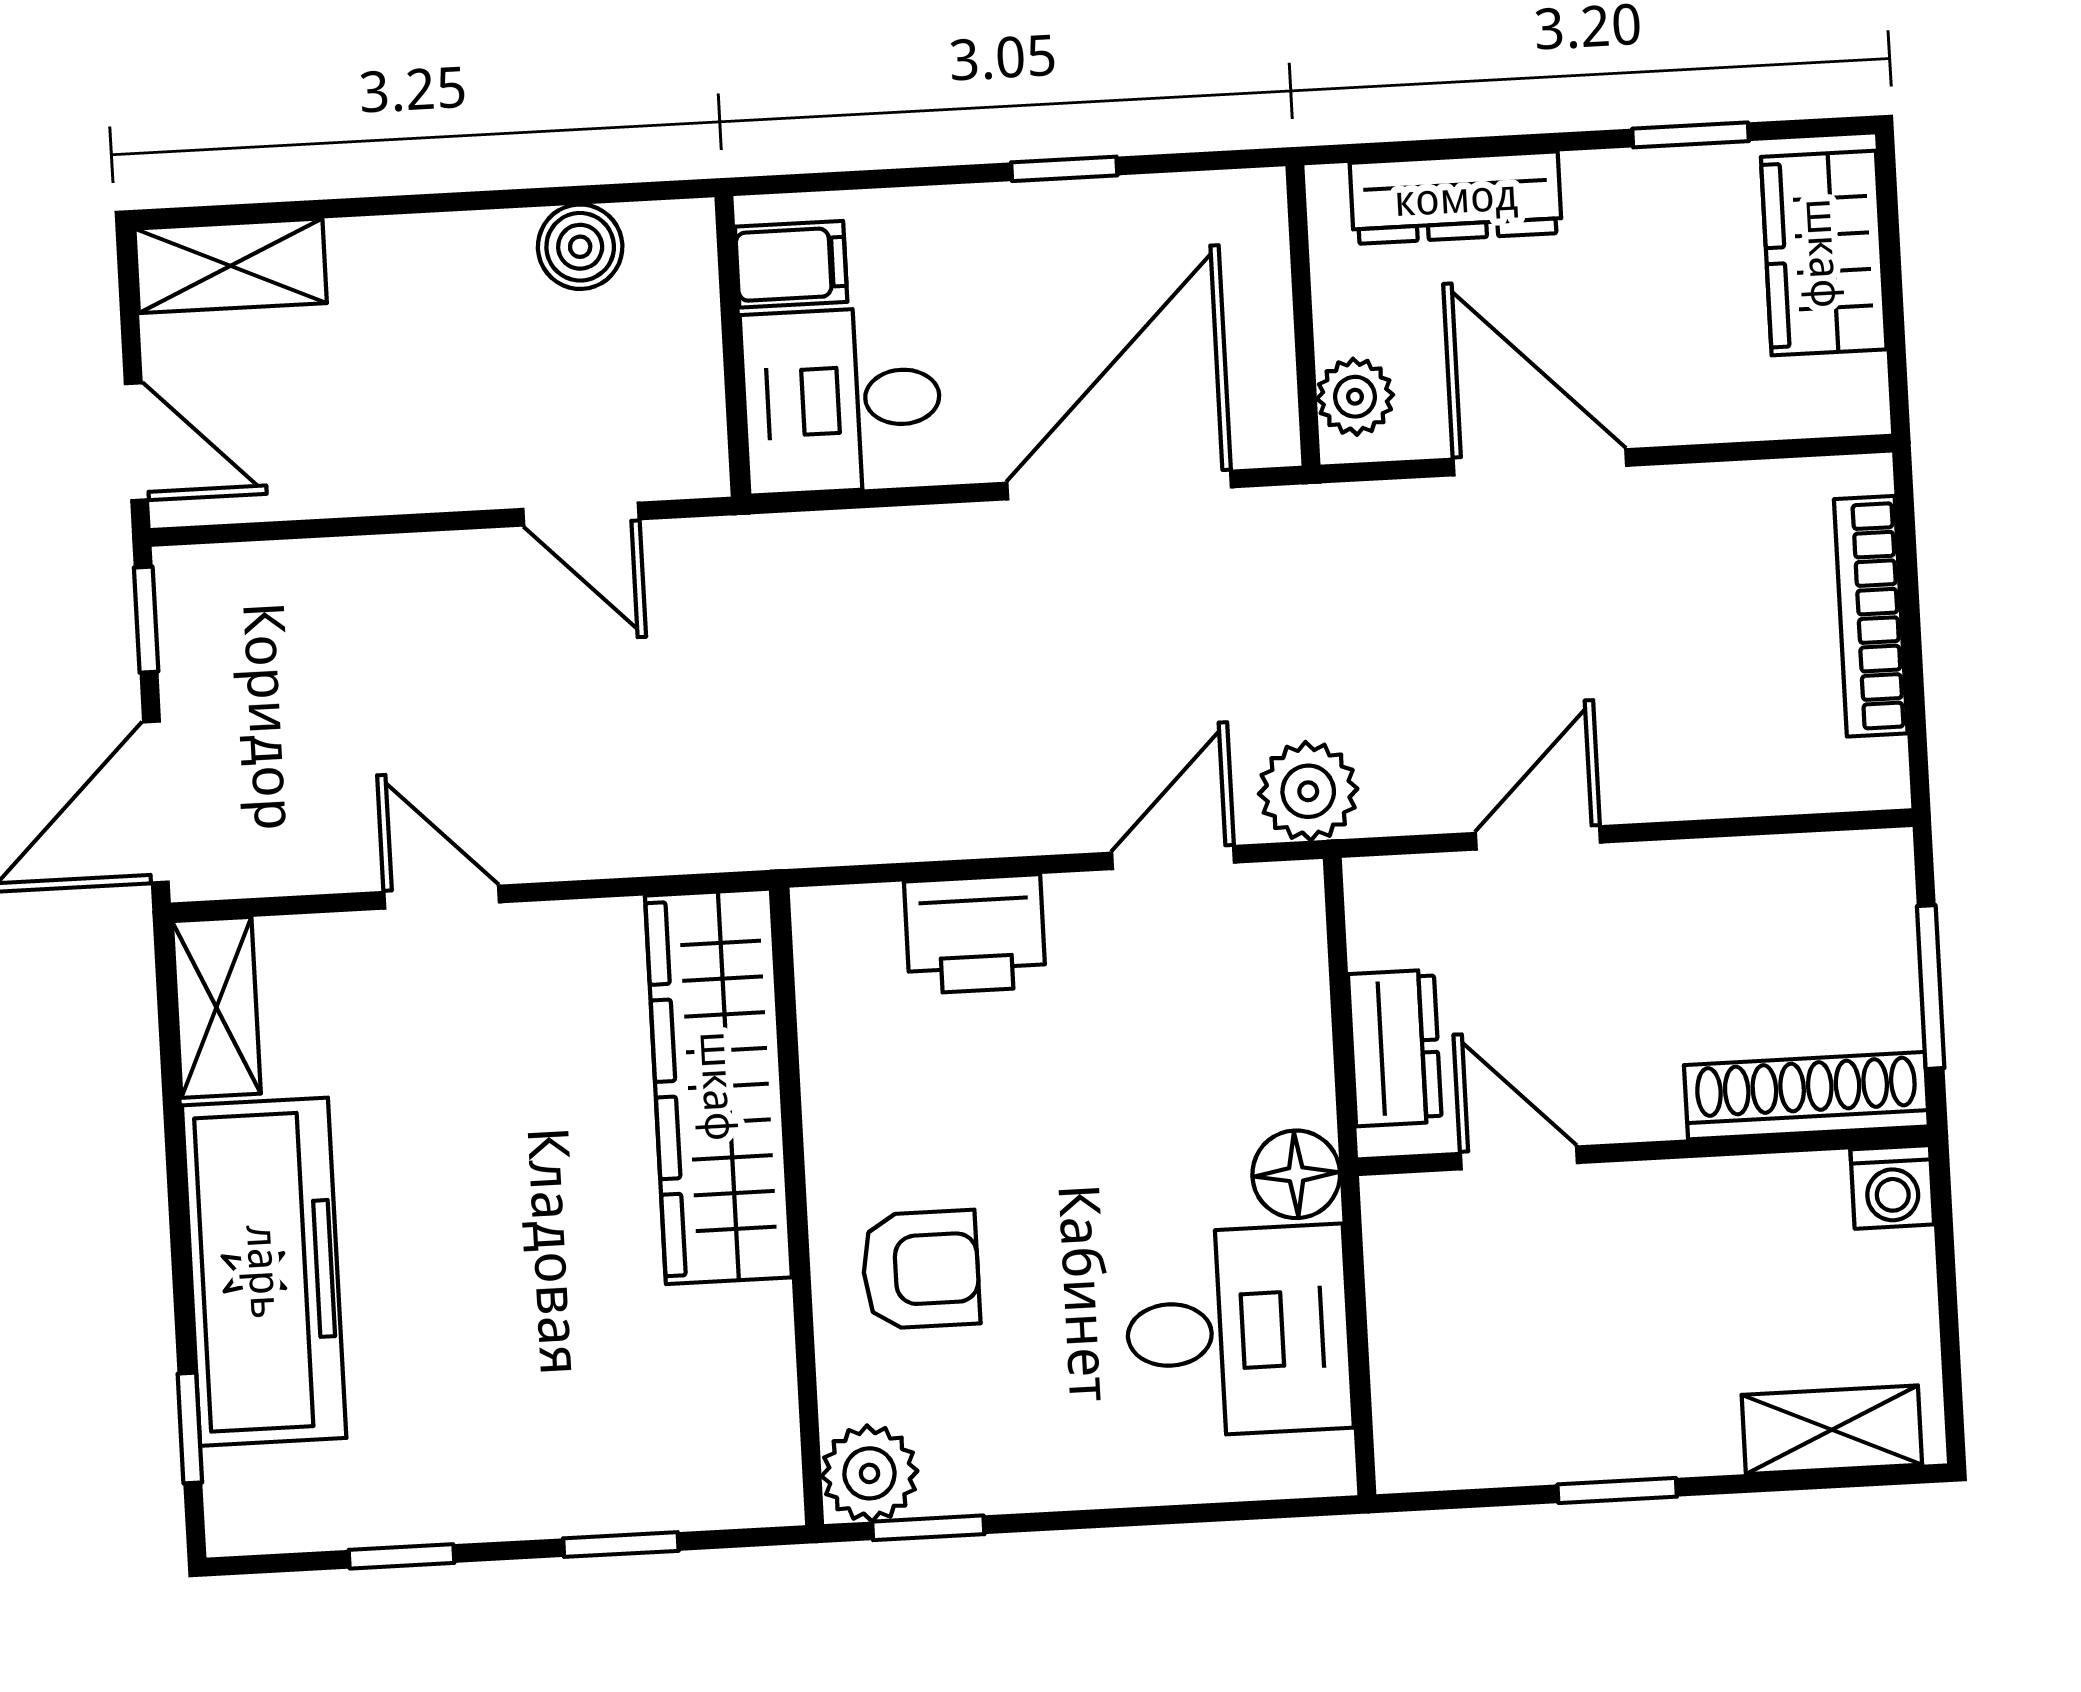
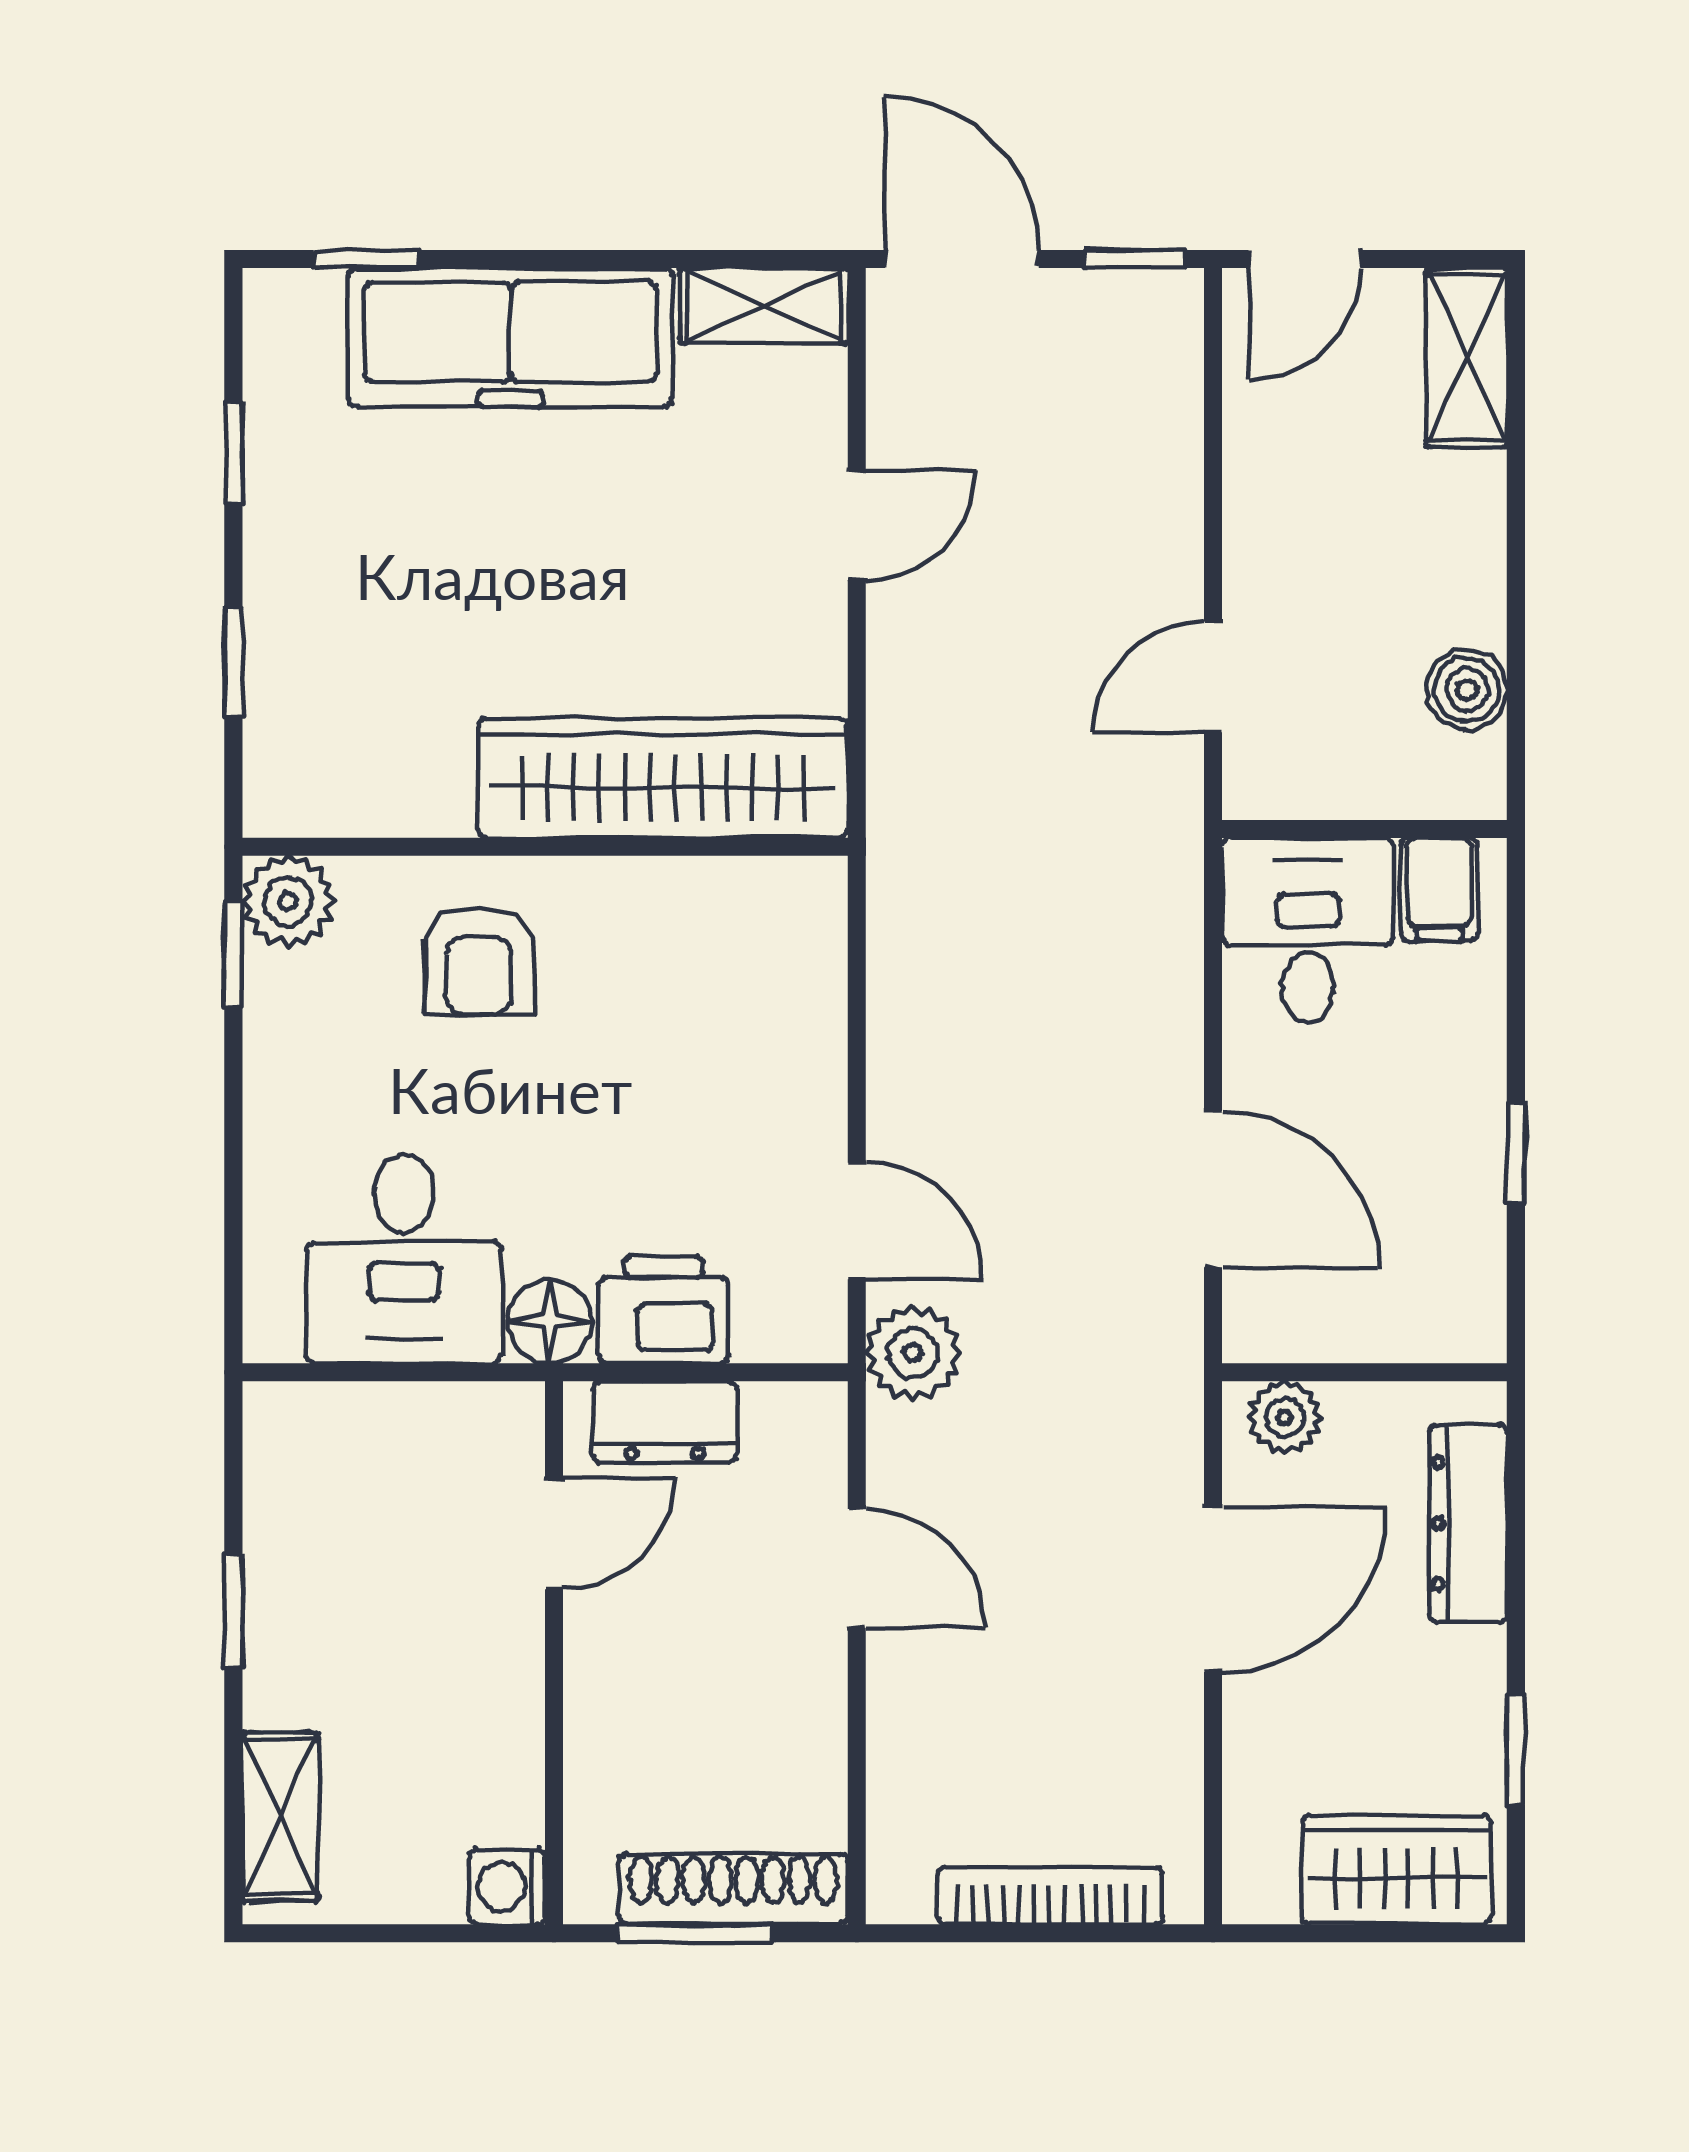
door: (1119, 485) -> (1213, 1189), width x0.73
printer: (975, 934) -> (664, 1310), moved, turned 90
shoe rack: (1806, 1096) -> (733, 1889), moved, turned -90

